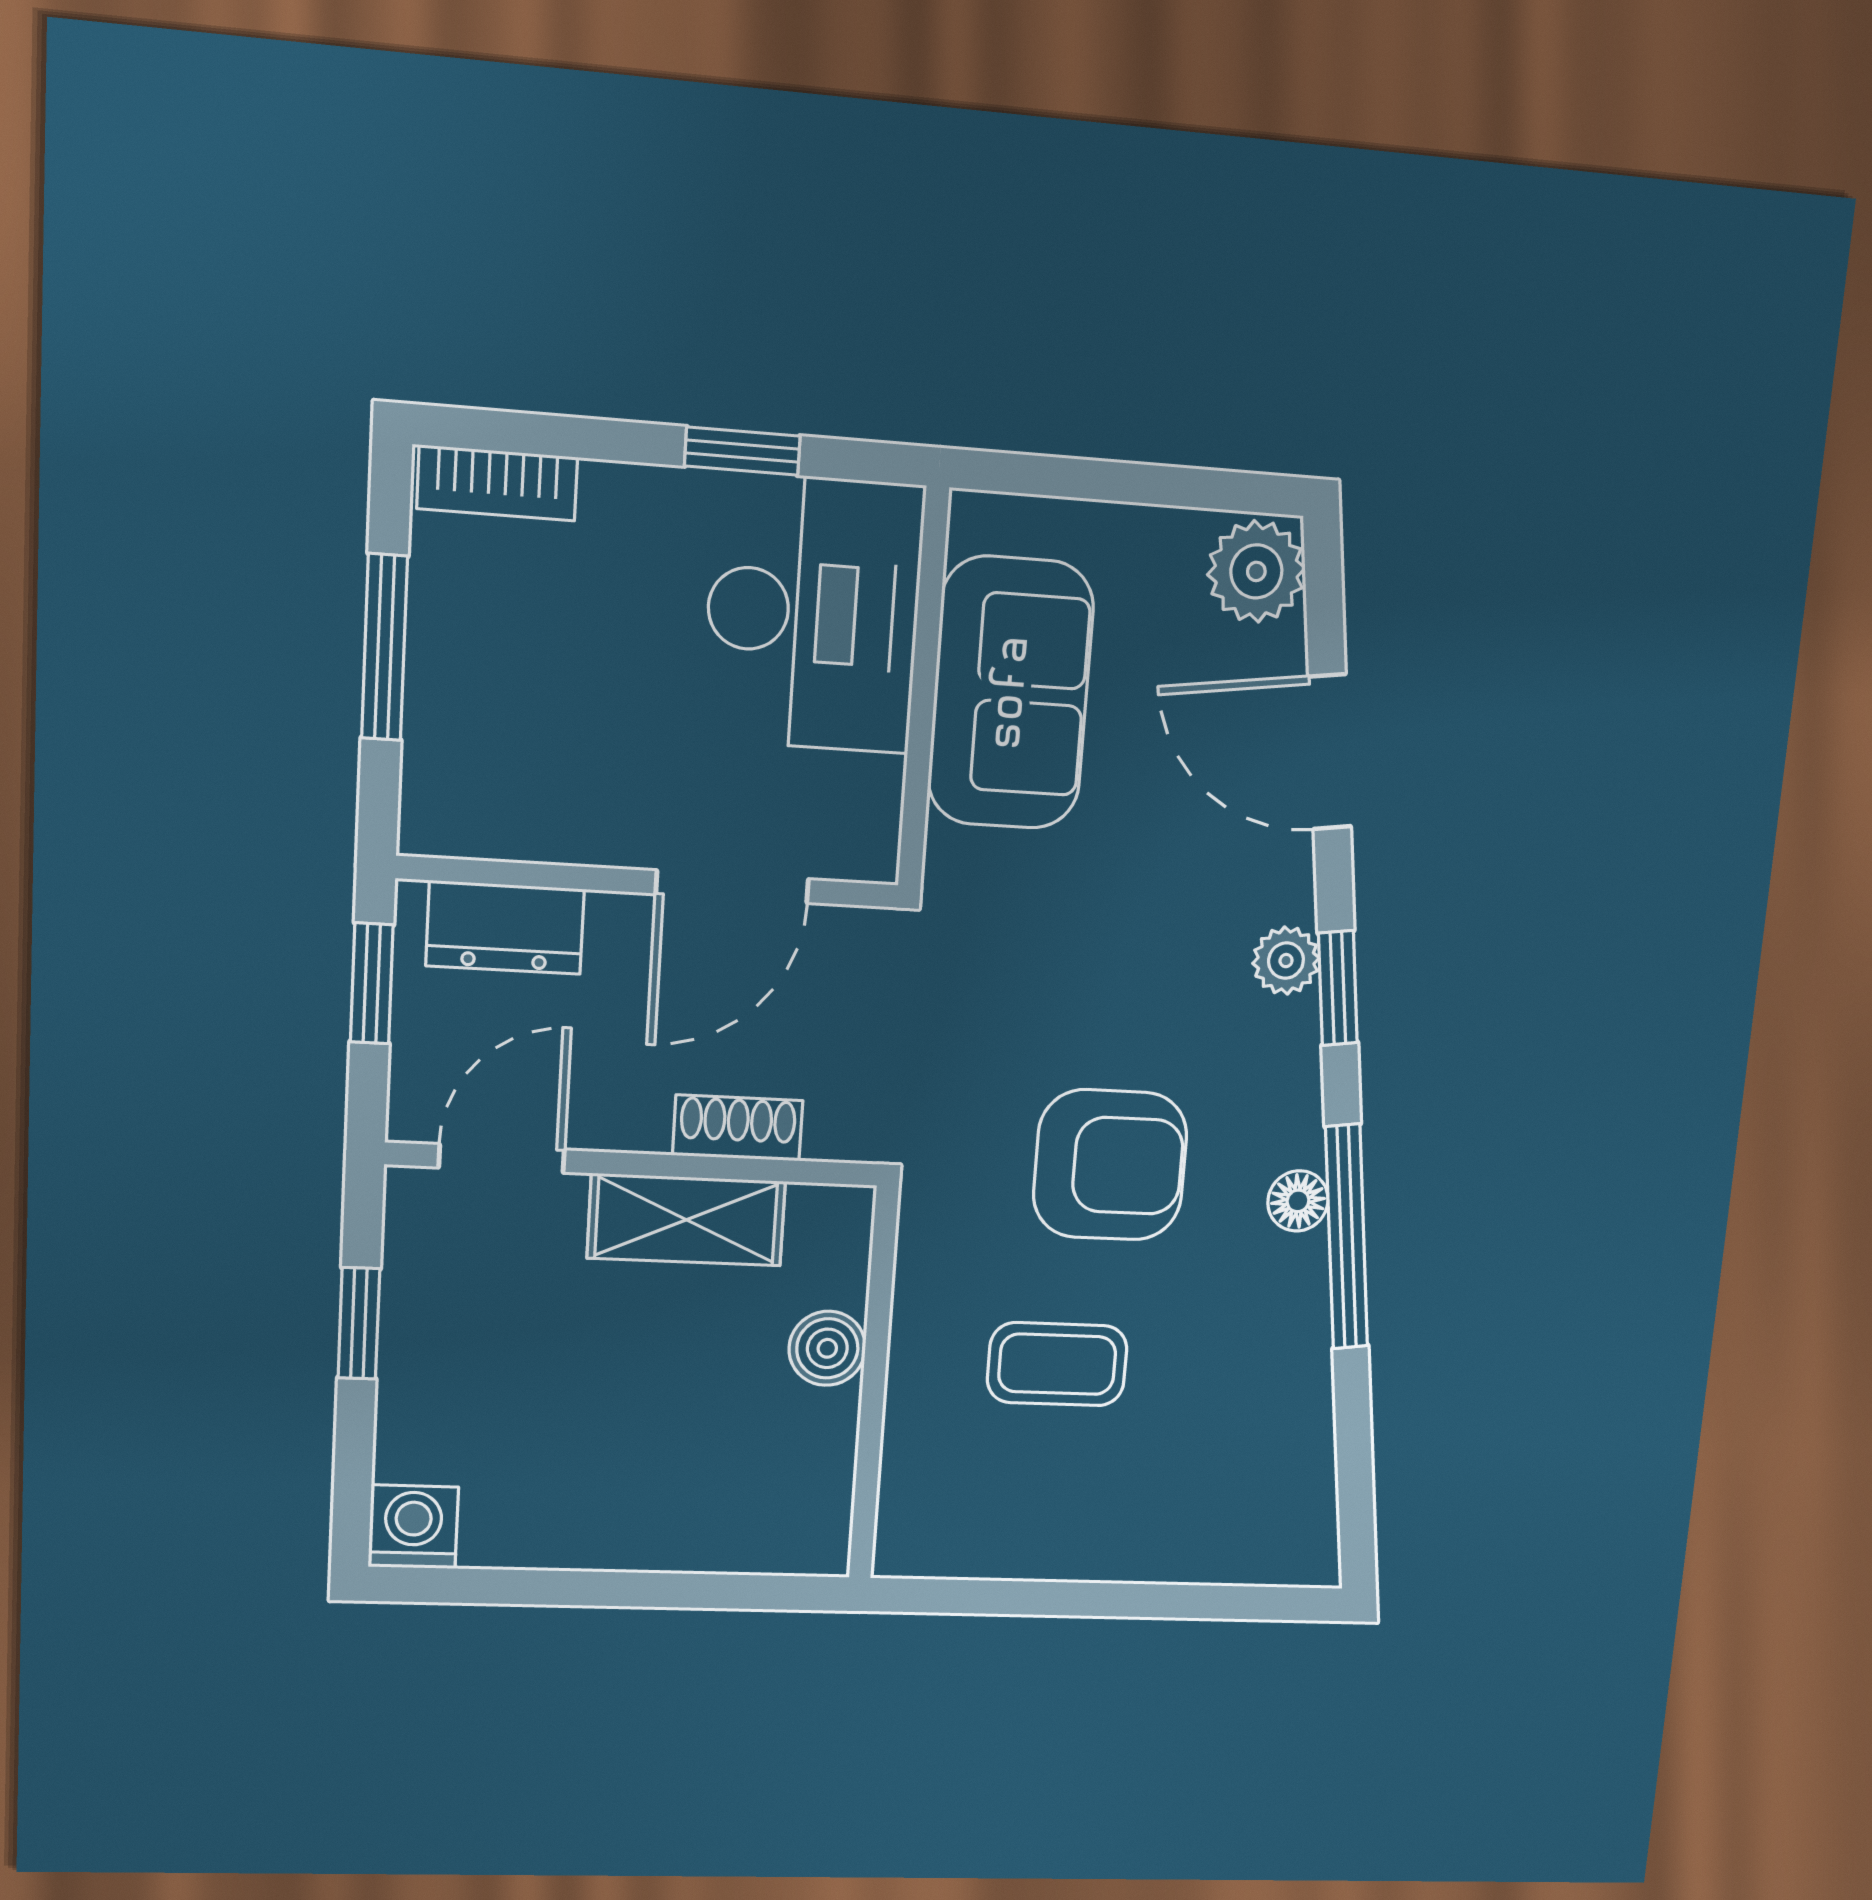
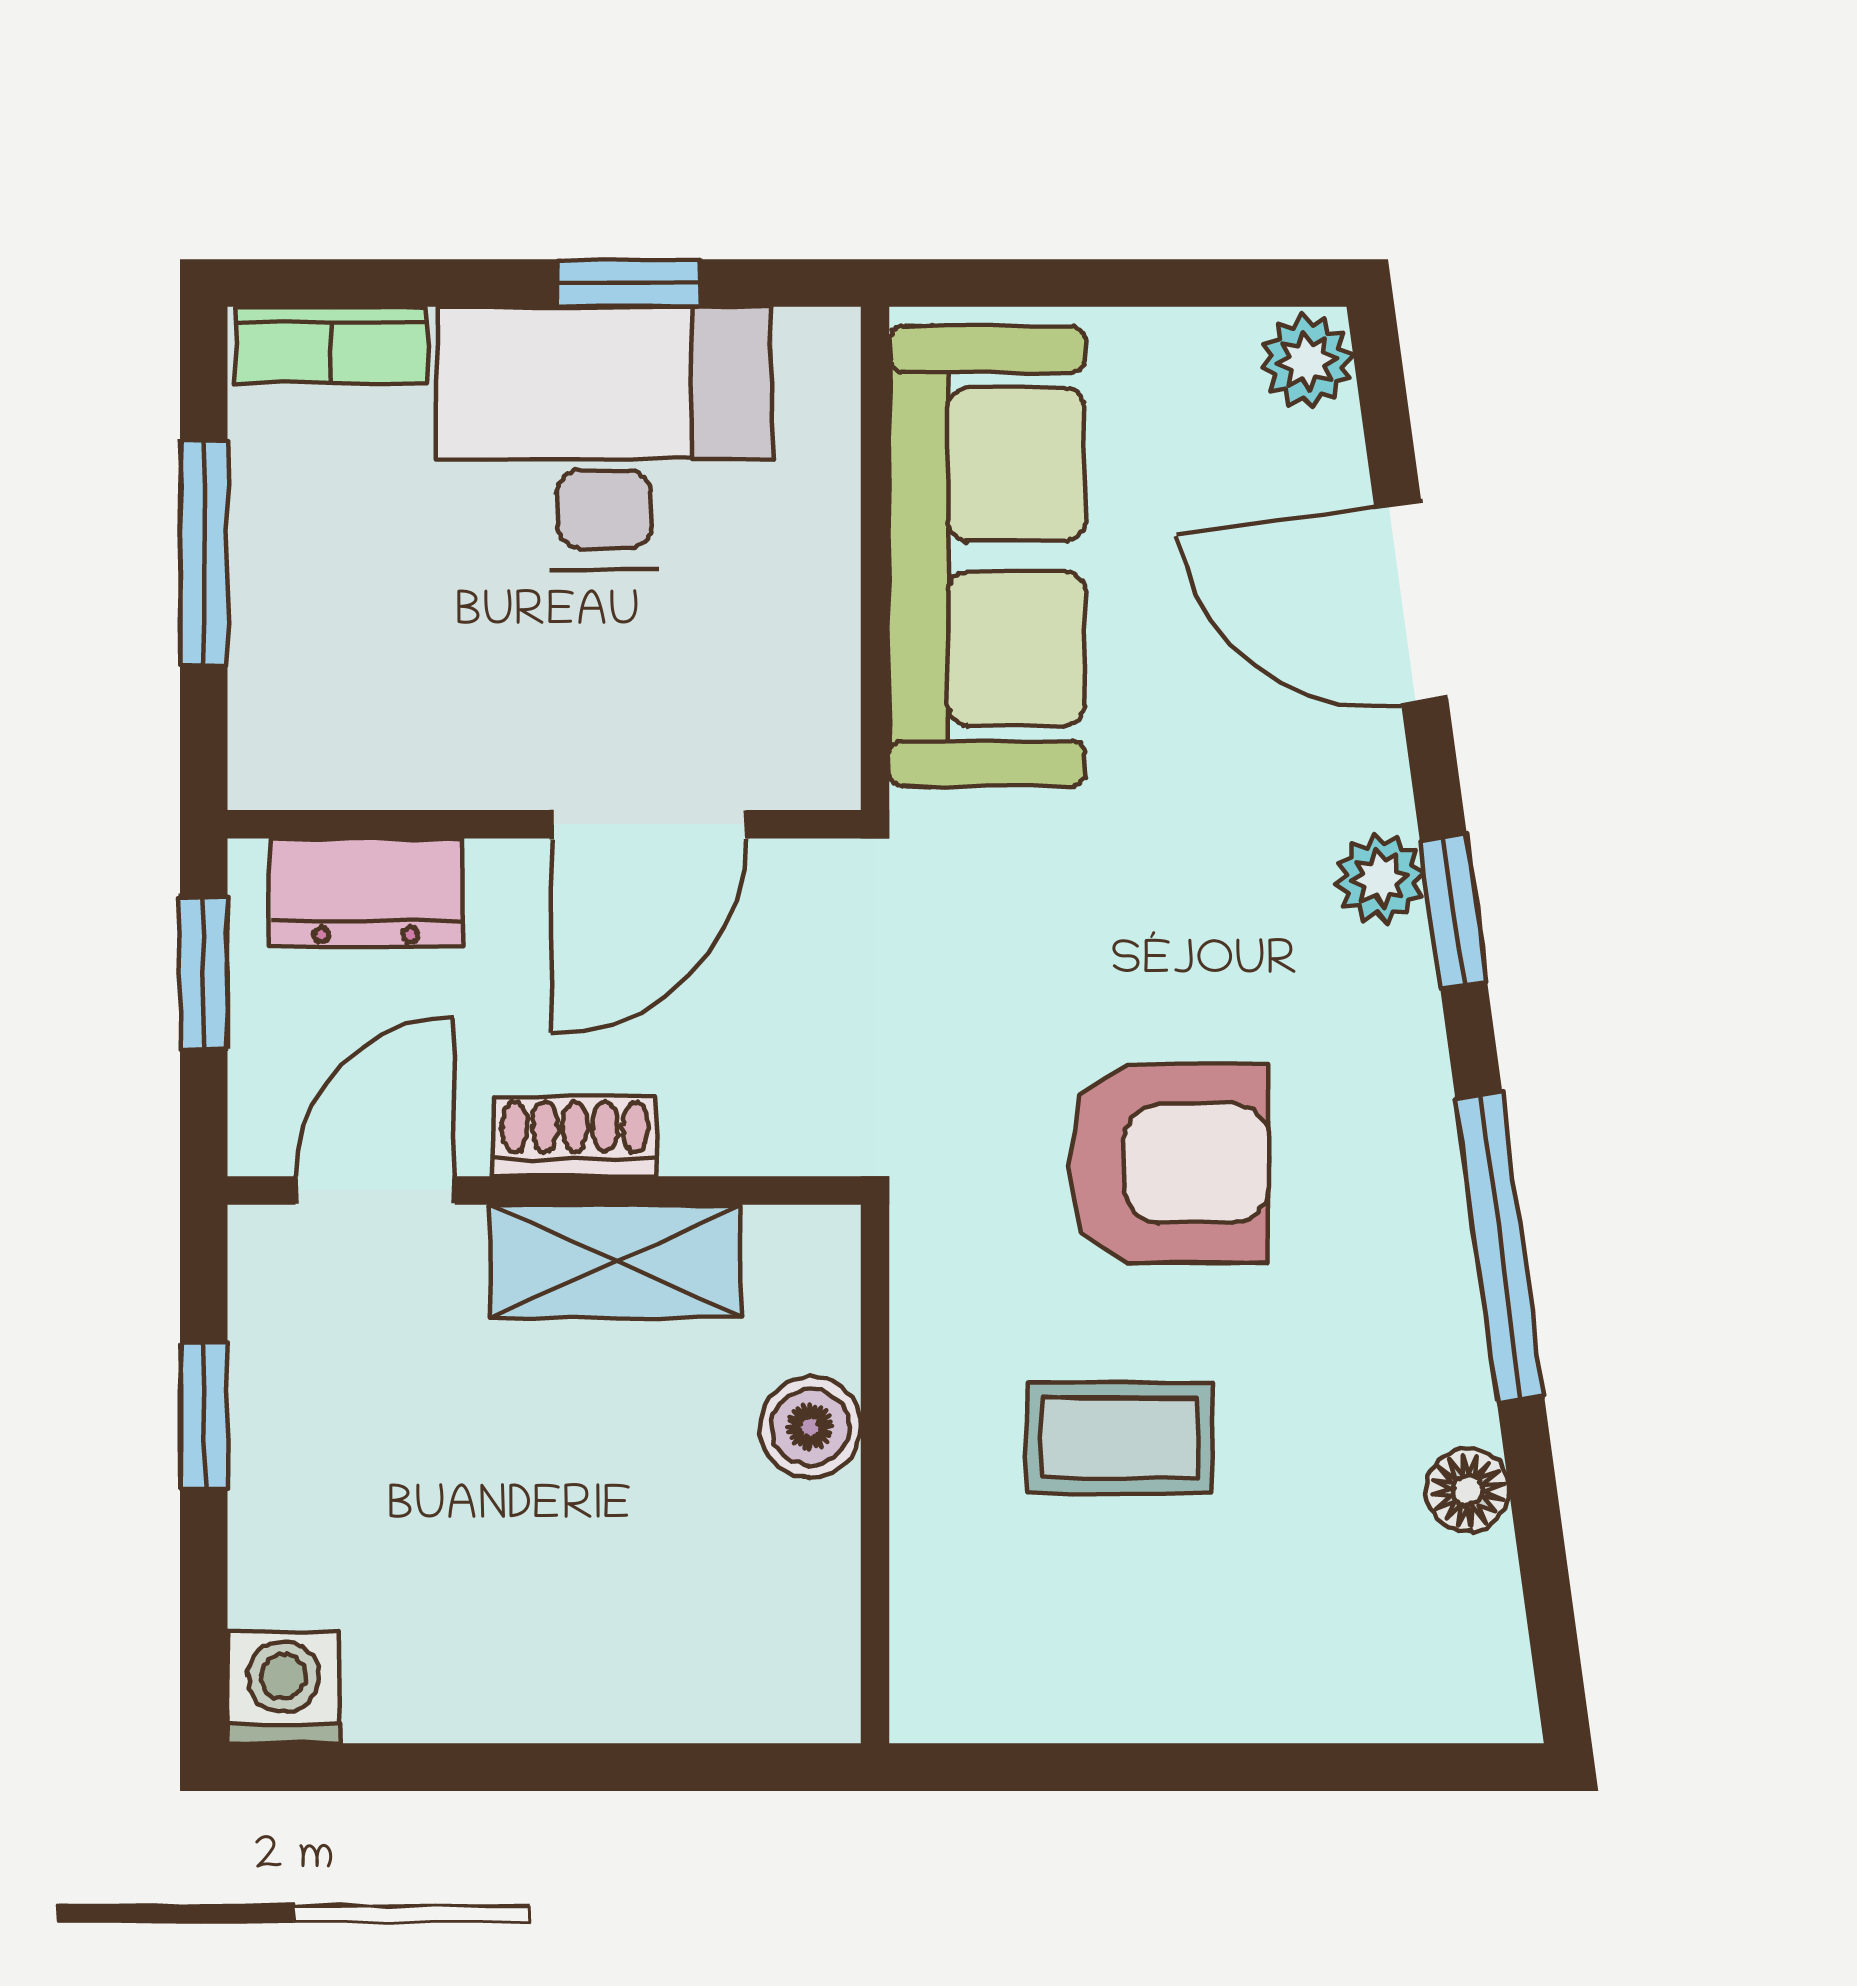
plant: (1256, 571) -> (1307, 361), width x0.73, depth x0.73
desk: (813, 613) -> (604, 438), moved, turned -90
sofa: (1011, 693) -> (987, 556), width x1.36
shoe rack: (738, 1128) -> (575, 1137), moved
floor lamp: (1298, 1201) -> (1468, 1490), moved

